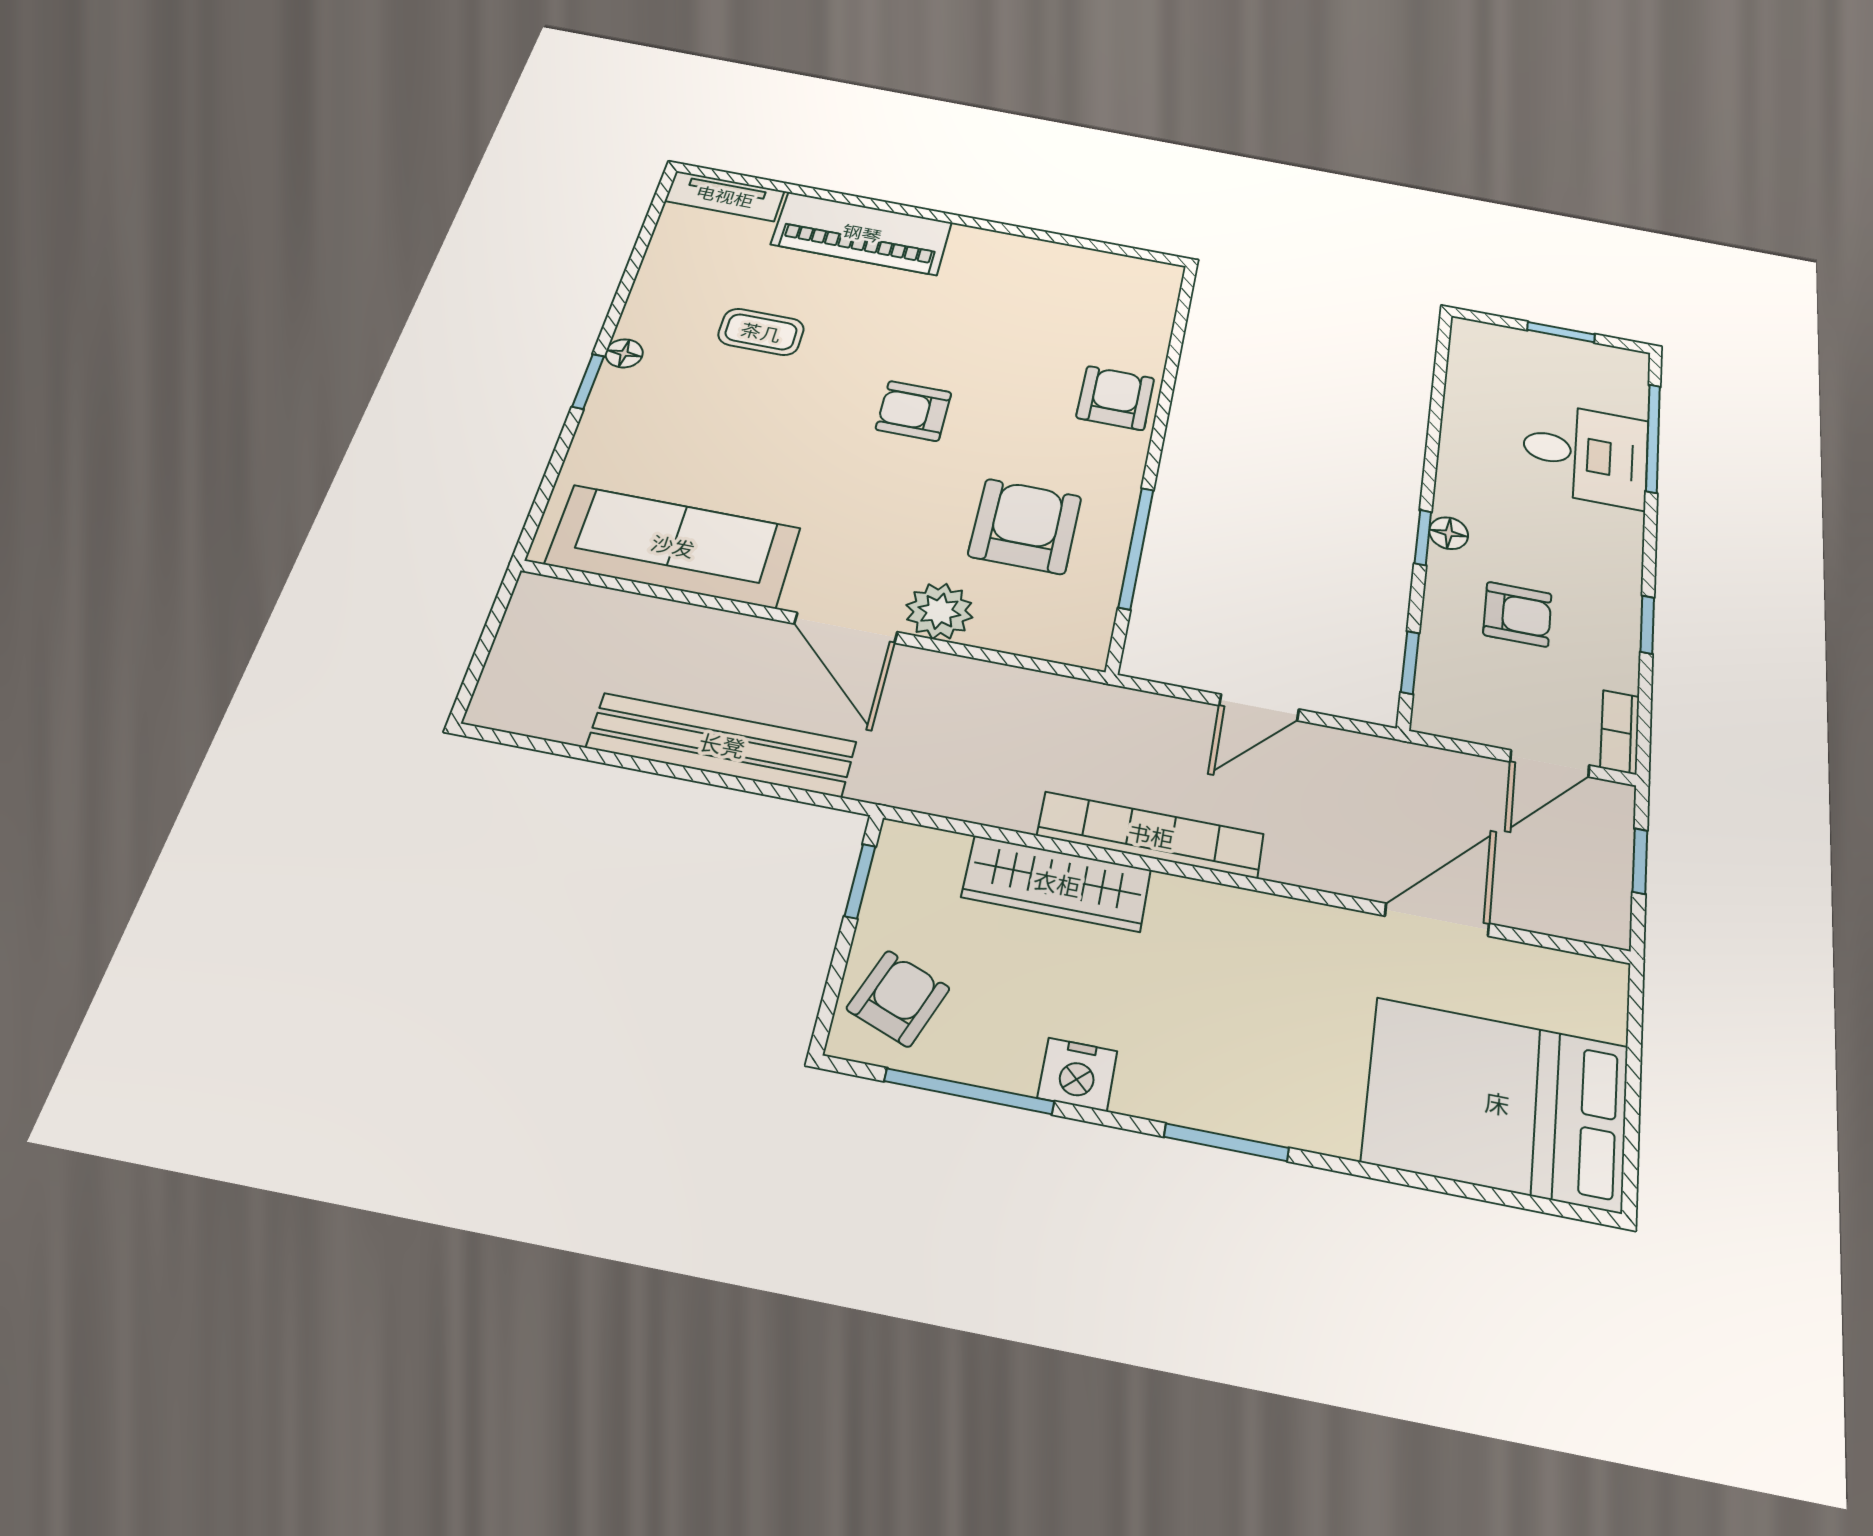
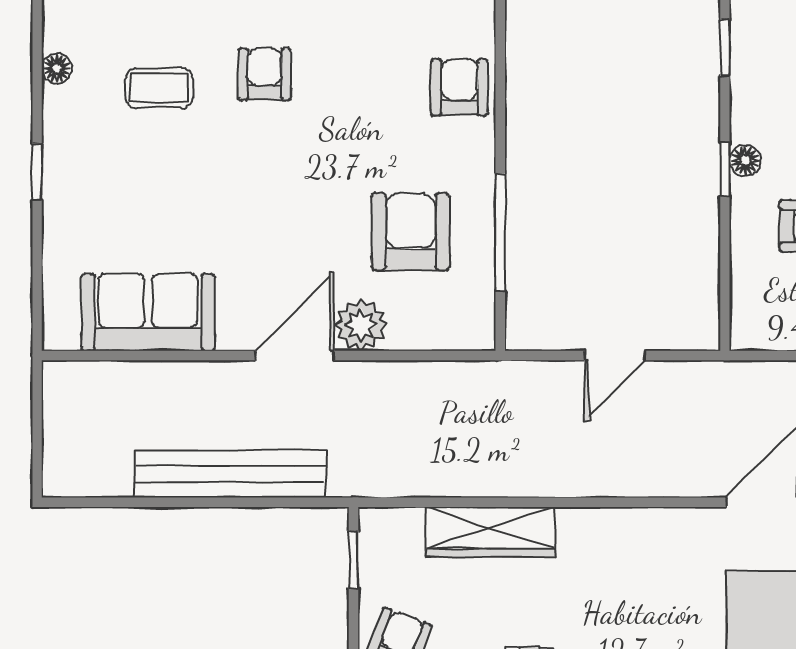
floor lamp: (624, 353) -> (57, 68), moved
armchair: (914, 411) -> (264, 74), moved, turned 90
sofa: (673, 546) -> (148, 312), width x0.73
door: (846, 628) -> (295, 355), swing flipped
window: (1410, 663) -> (725, 48), moved
bookcase: (1151, 835) -> (550, 479), removed

